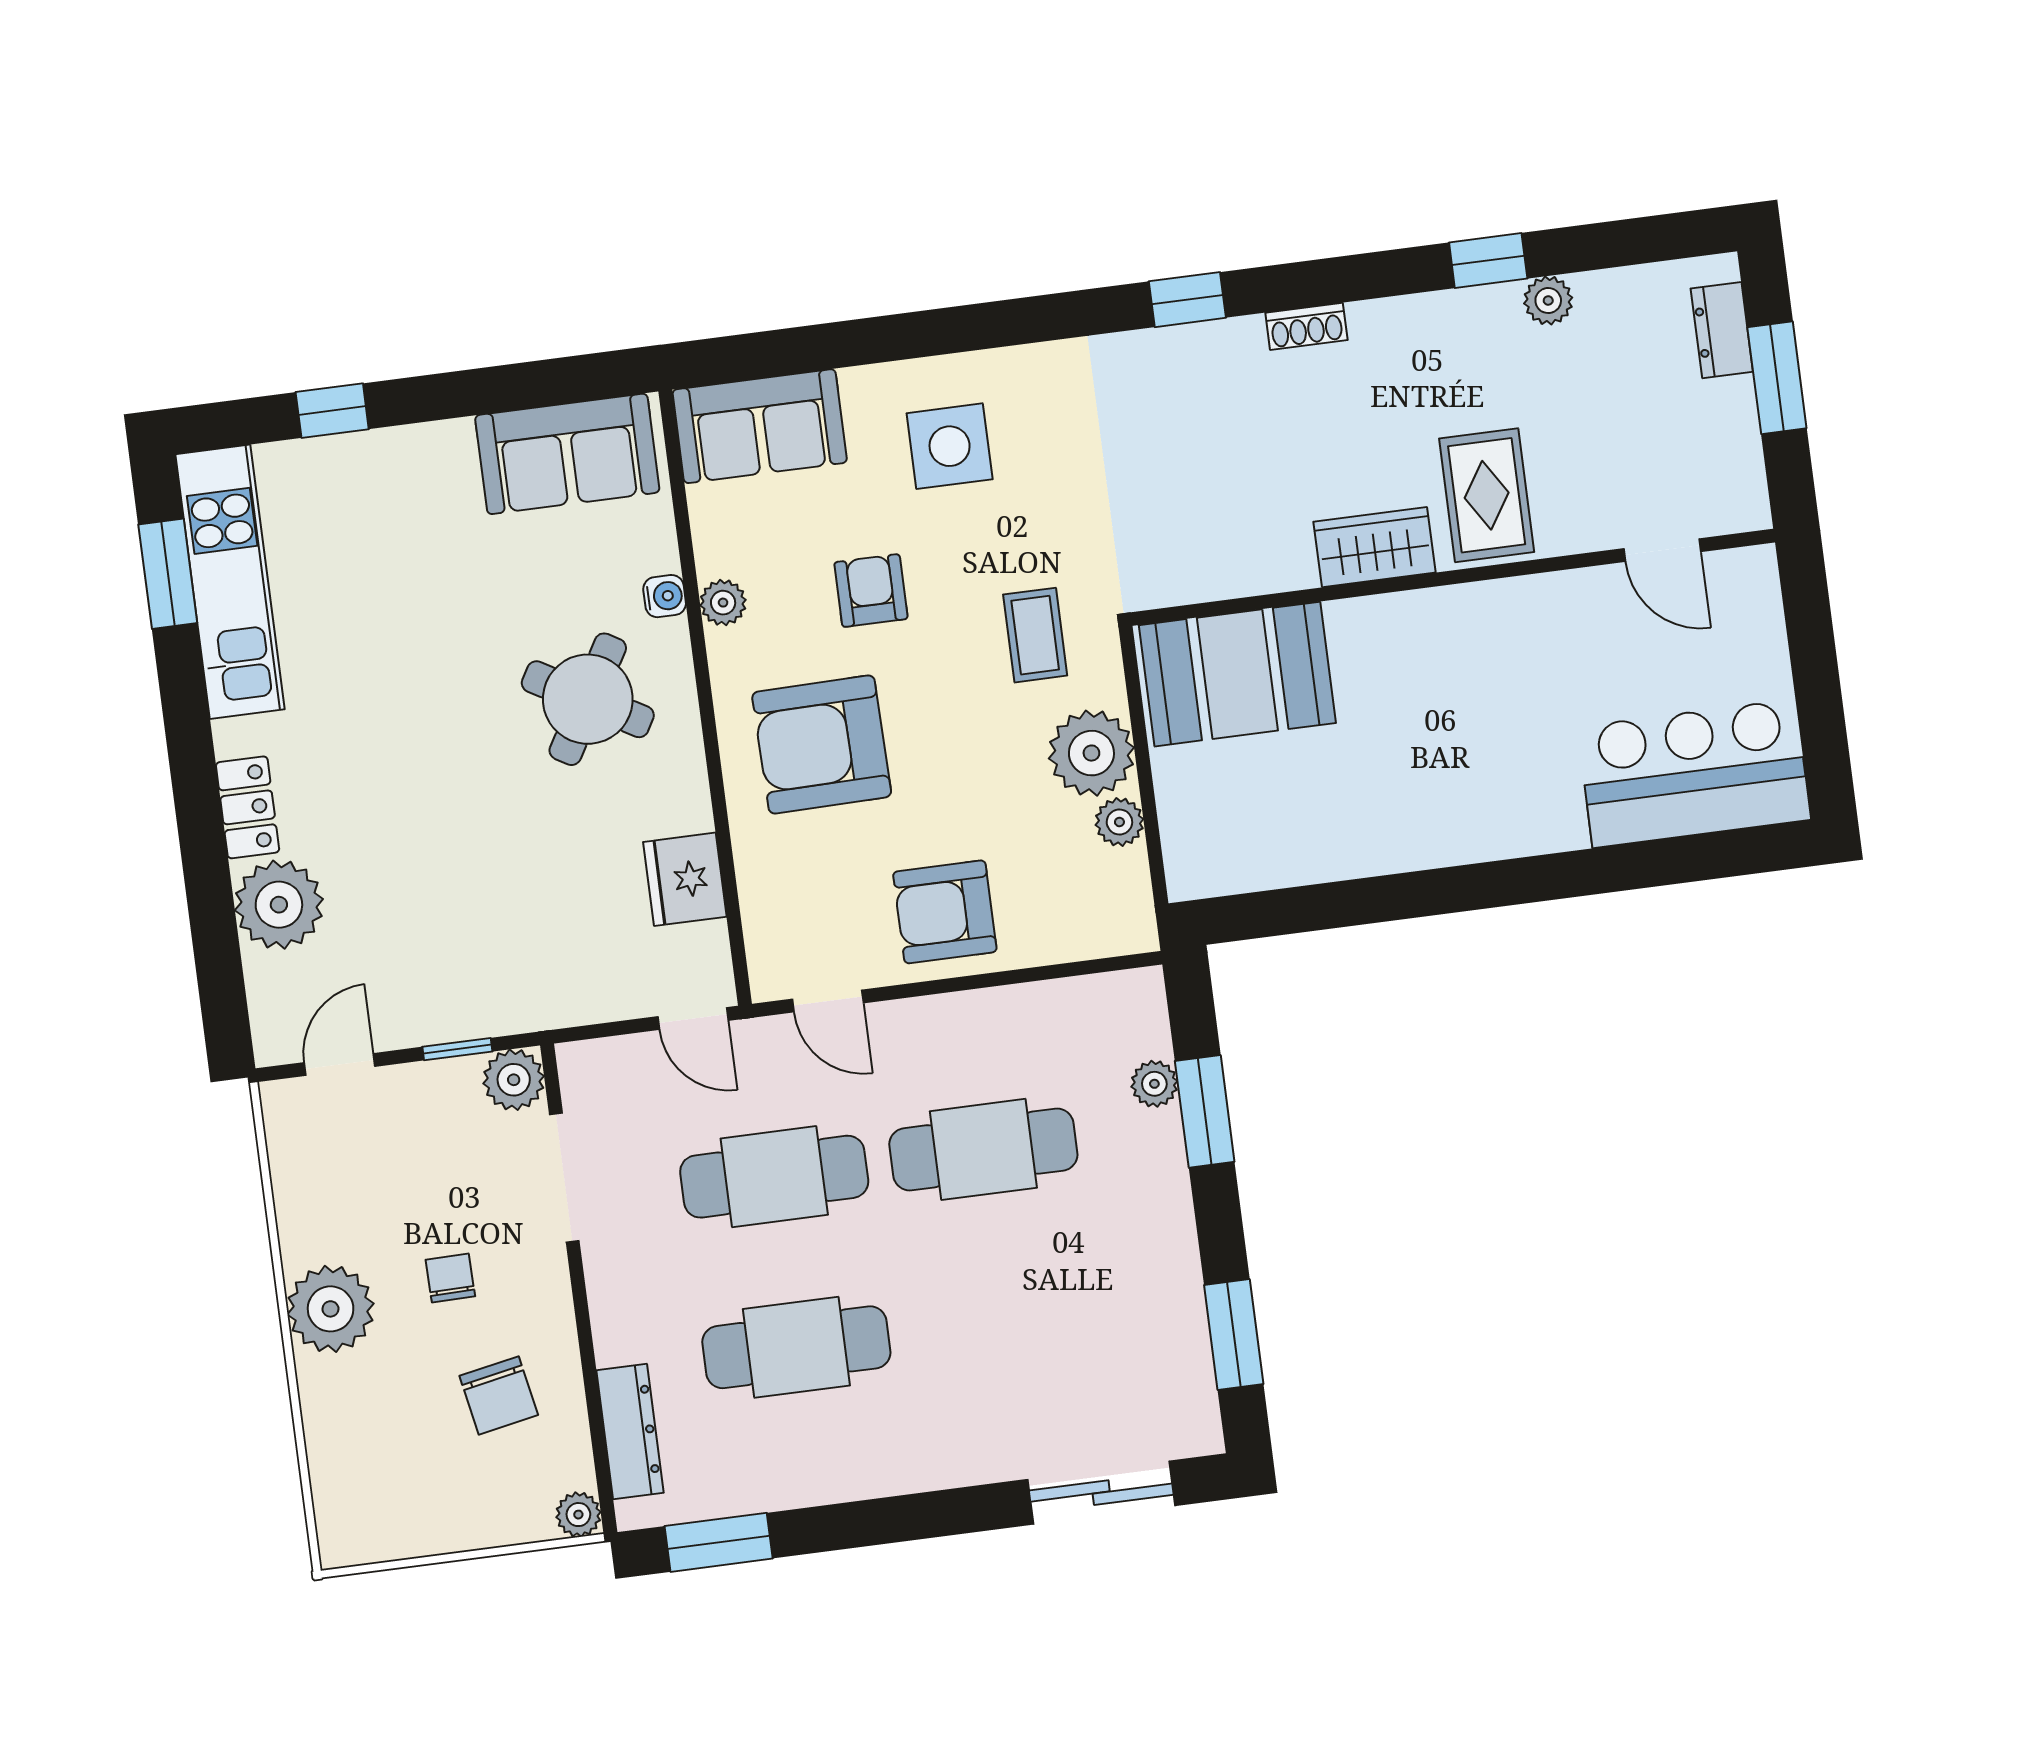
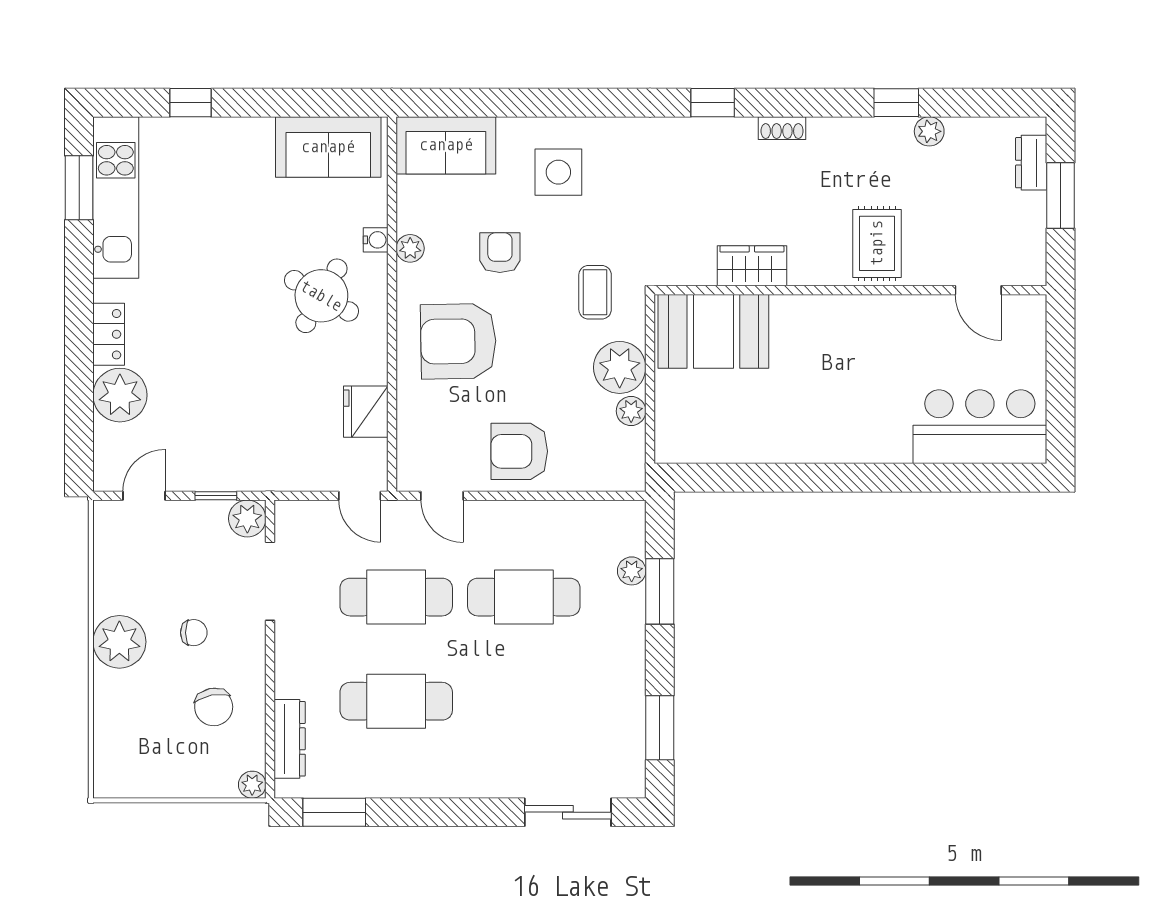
wardrobe: (1374, 547) -> (752, 266), moved
chair: (450, 1278) -> (194, 633), turned 91

